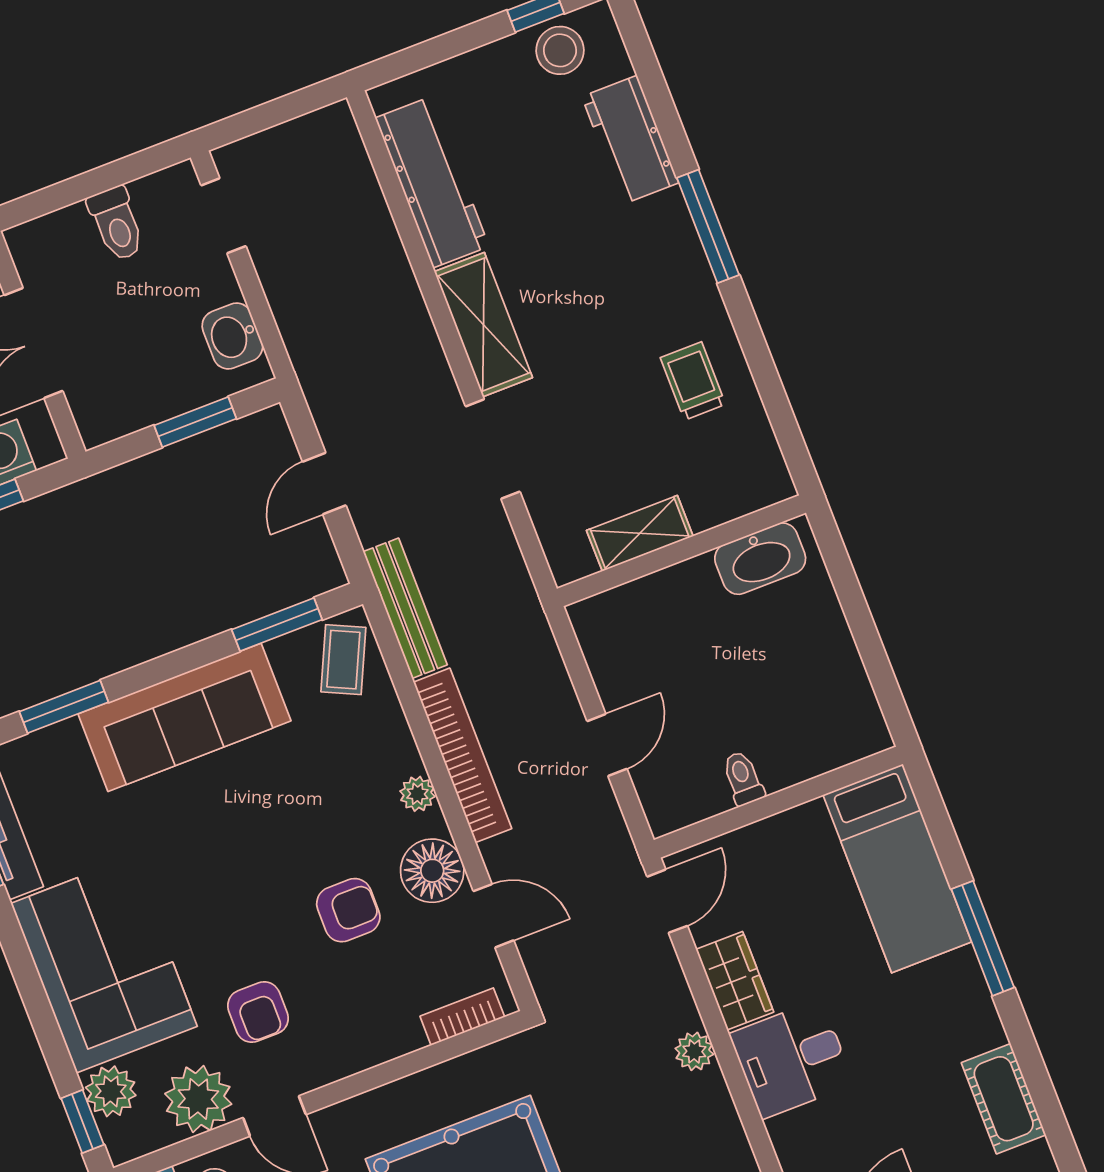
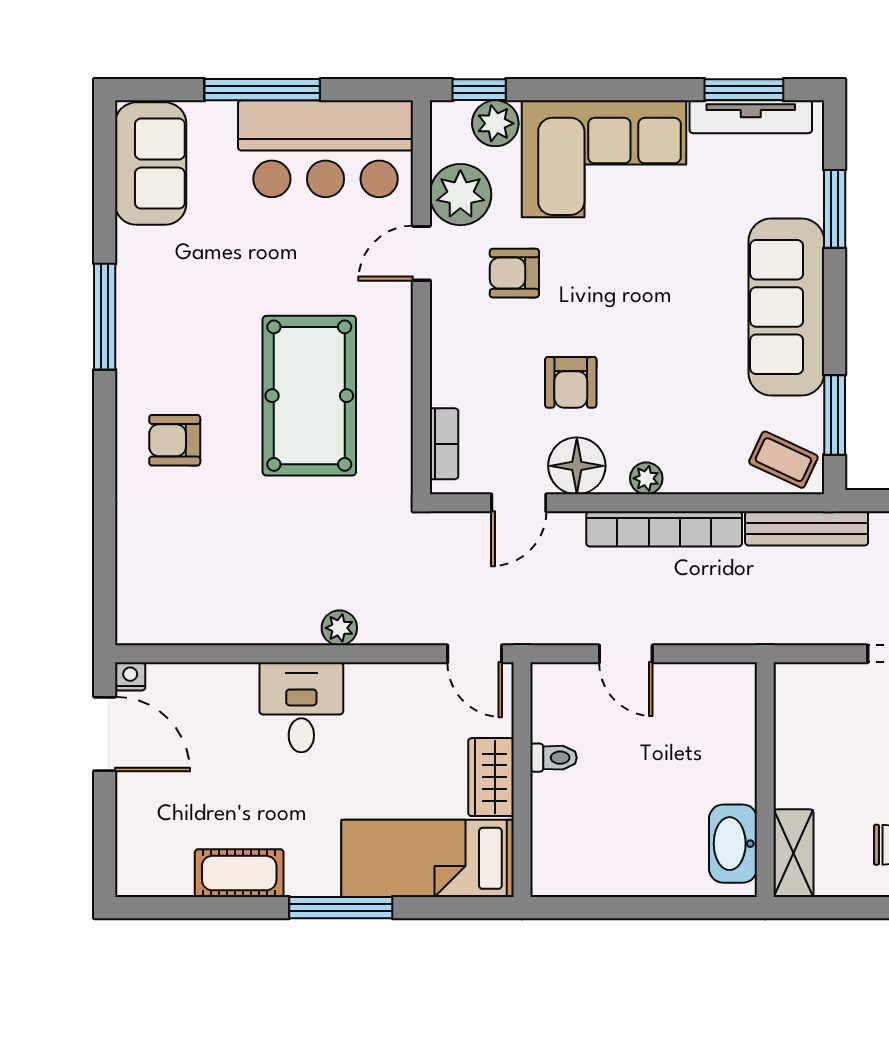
shelving: (640, 533) -> (793, 853), moved
wardrobe: (735, 981) -> (491, 777), moved, turned 90
cot: (1004, 1099) -> (239, 873), moved

